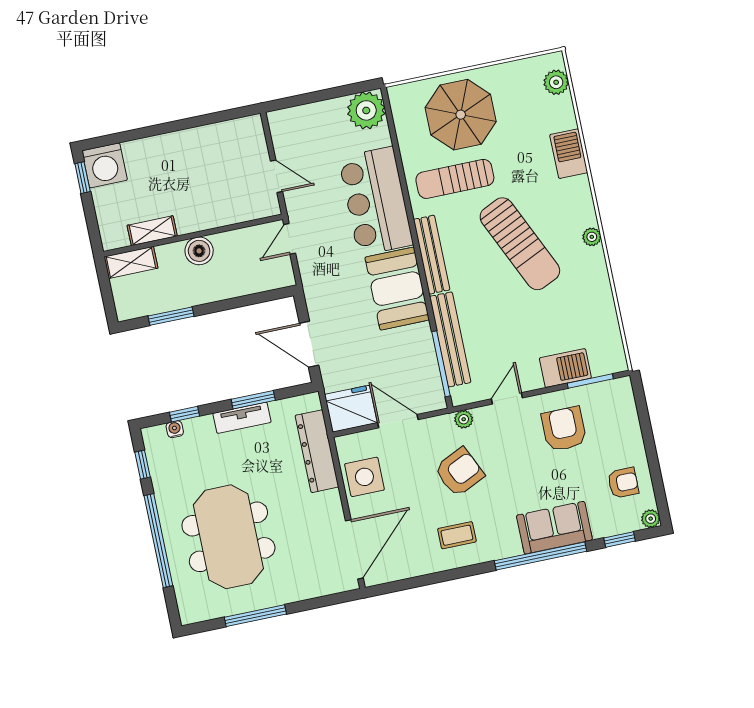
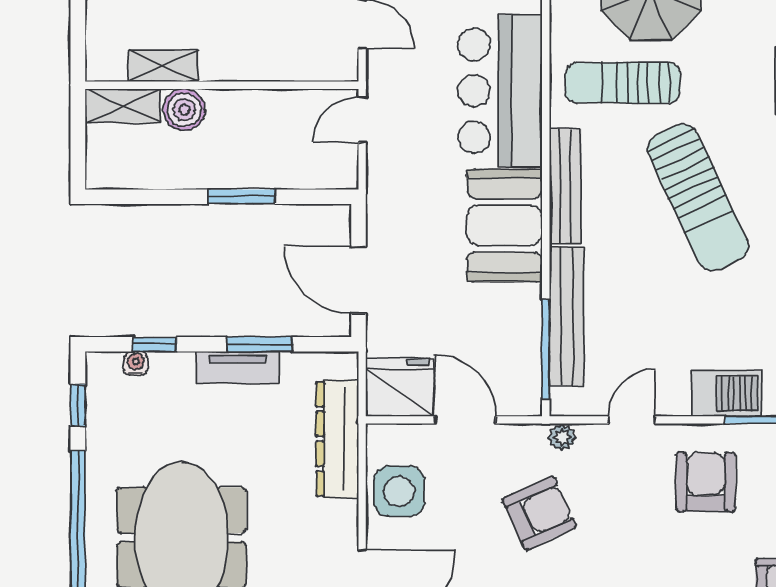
boiler: (199, 251) -> (184, 110), moved
window: (171, 316) -> (242, 197), moved

